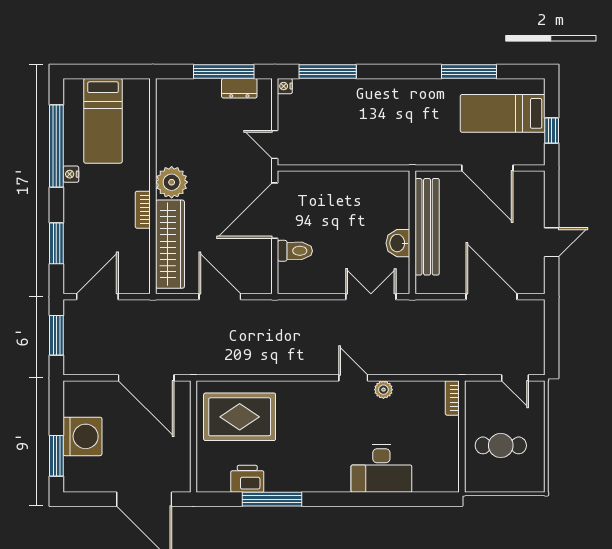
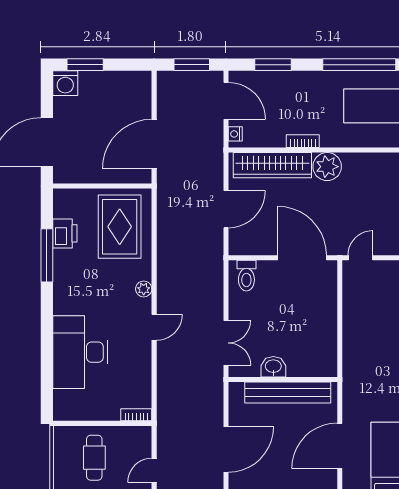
nightstand: (71, 174) -> (235, 134), moved, turned -90
toilet: (295, 251) -> (246, 276), moved
plant: (383, 390) -> (144, 289), moved
washing machine: (82, 436) -> (65, 83), moved, width x0.73, depth x0.73
desk: (381, 469) -> (80, 352), width x1.36, depth x1.30

